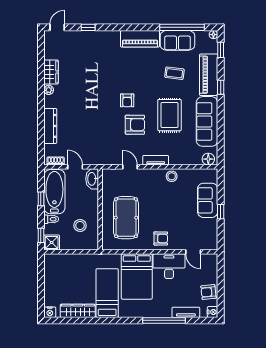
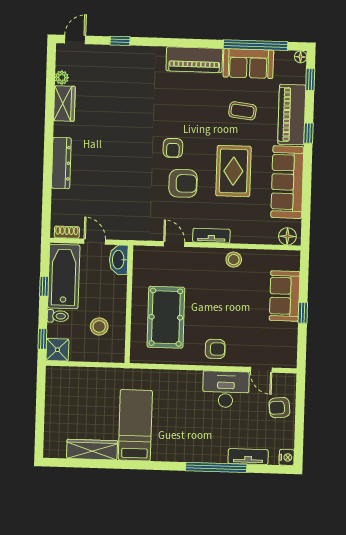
plant: (49, 90) -> (62, 78), moved
dresser: (50, 126) -> (61, 163), moved
bed: (137, 276) -> (179, 403), removed
armchair: (208, 292) -> (279, 408), moved
nightstand: (50, 312) -> (52, 450), removed

